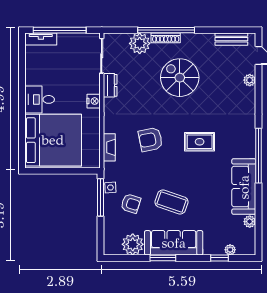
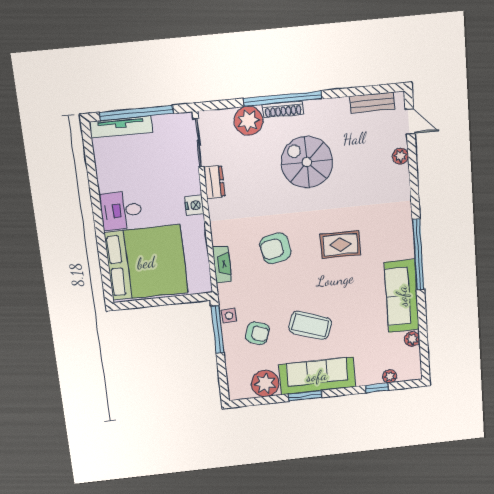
tv unit: (41, 39) -> (121, 127), width x1.41

